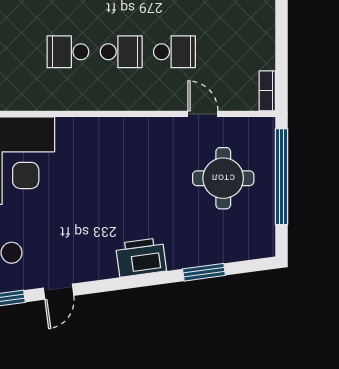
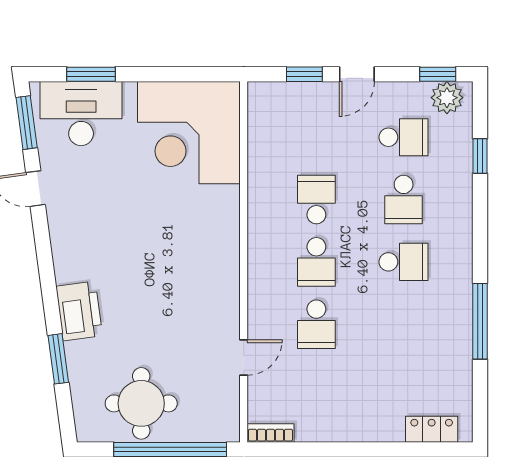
round table: (223, 178) -> (141, 403), moved
printer: (141, 257) -> (79, 311), moved

